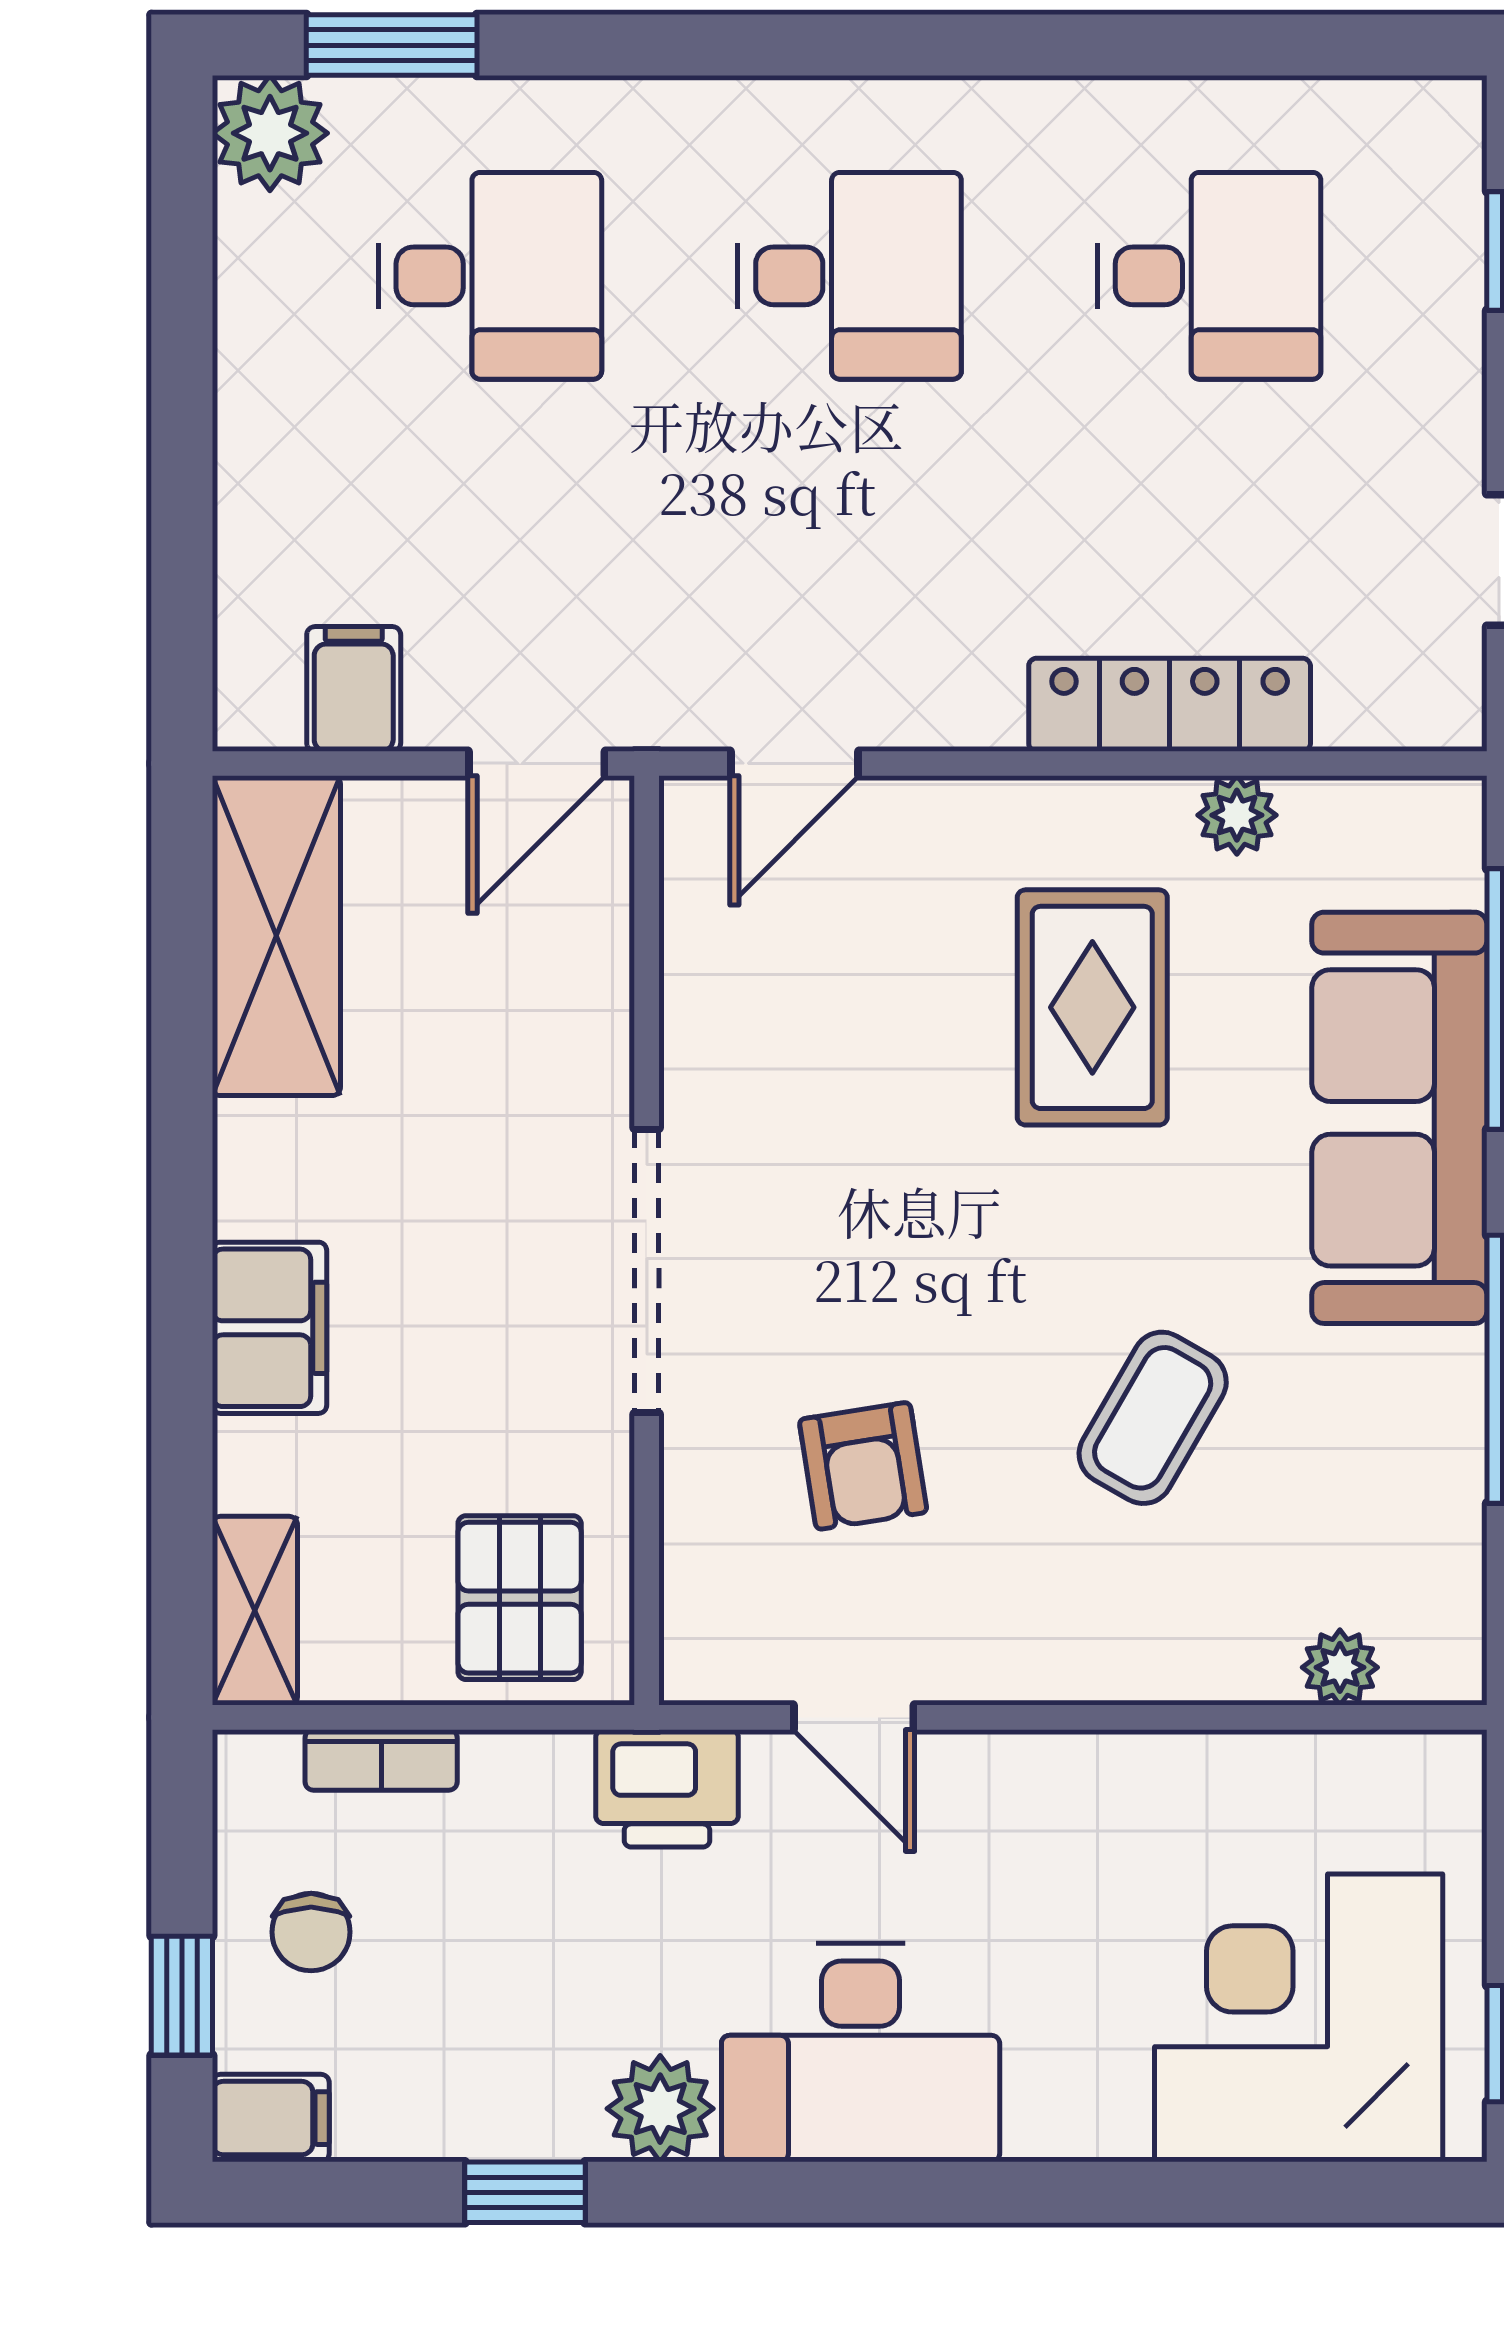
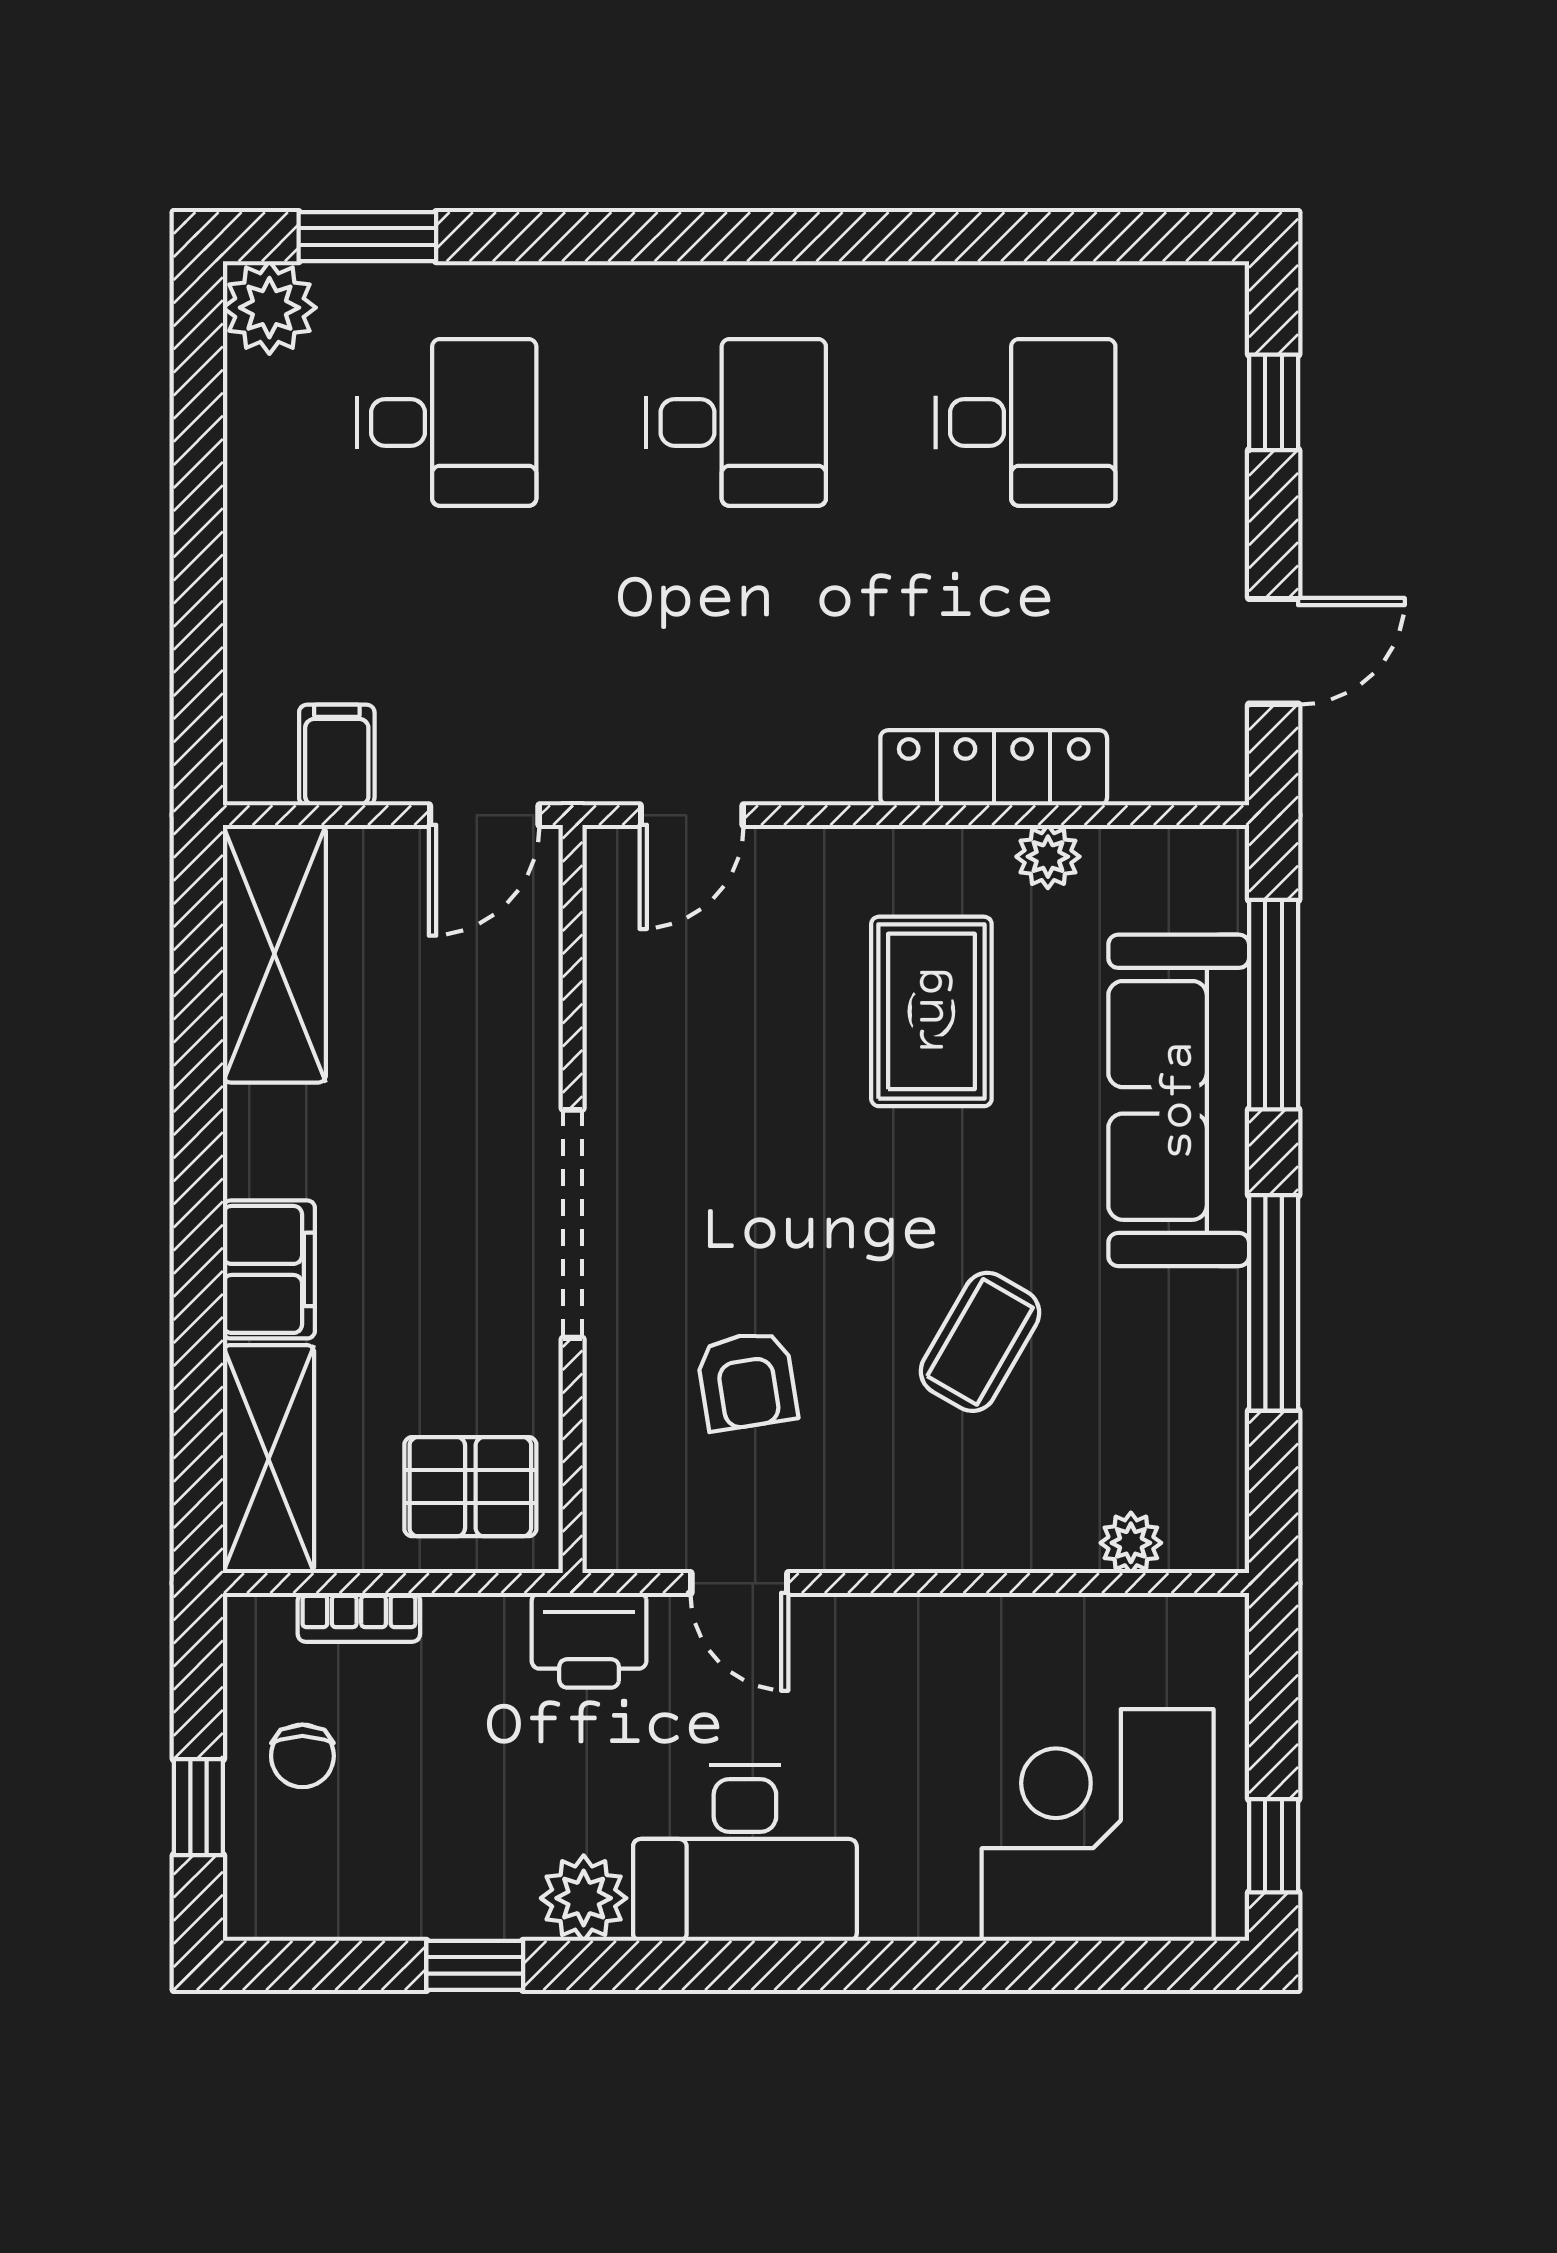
pallet: (520, 1598) -> (470, 1487), turned 90
shelving: (255, 1611) -> (269, 1459), width x1.50, depth x1.33
filing cabinet: (271, 2118) -> (270, 1906), removed

